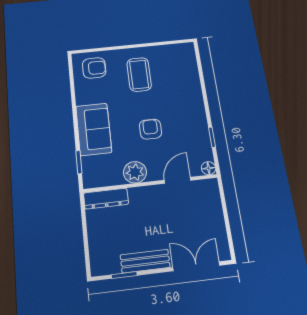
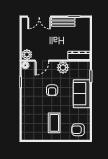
plant: (209, 188) -> (27, 55), added

